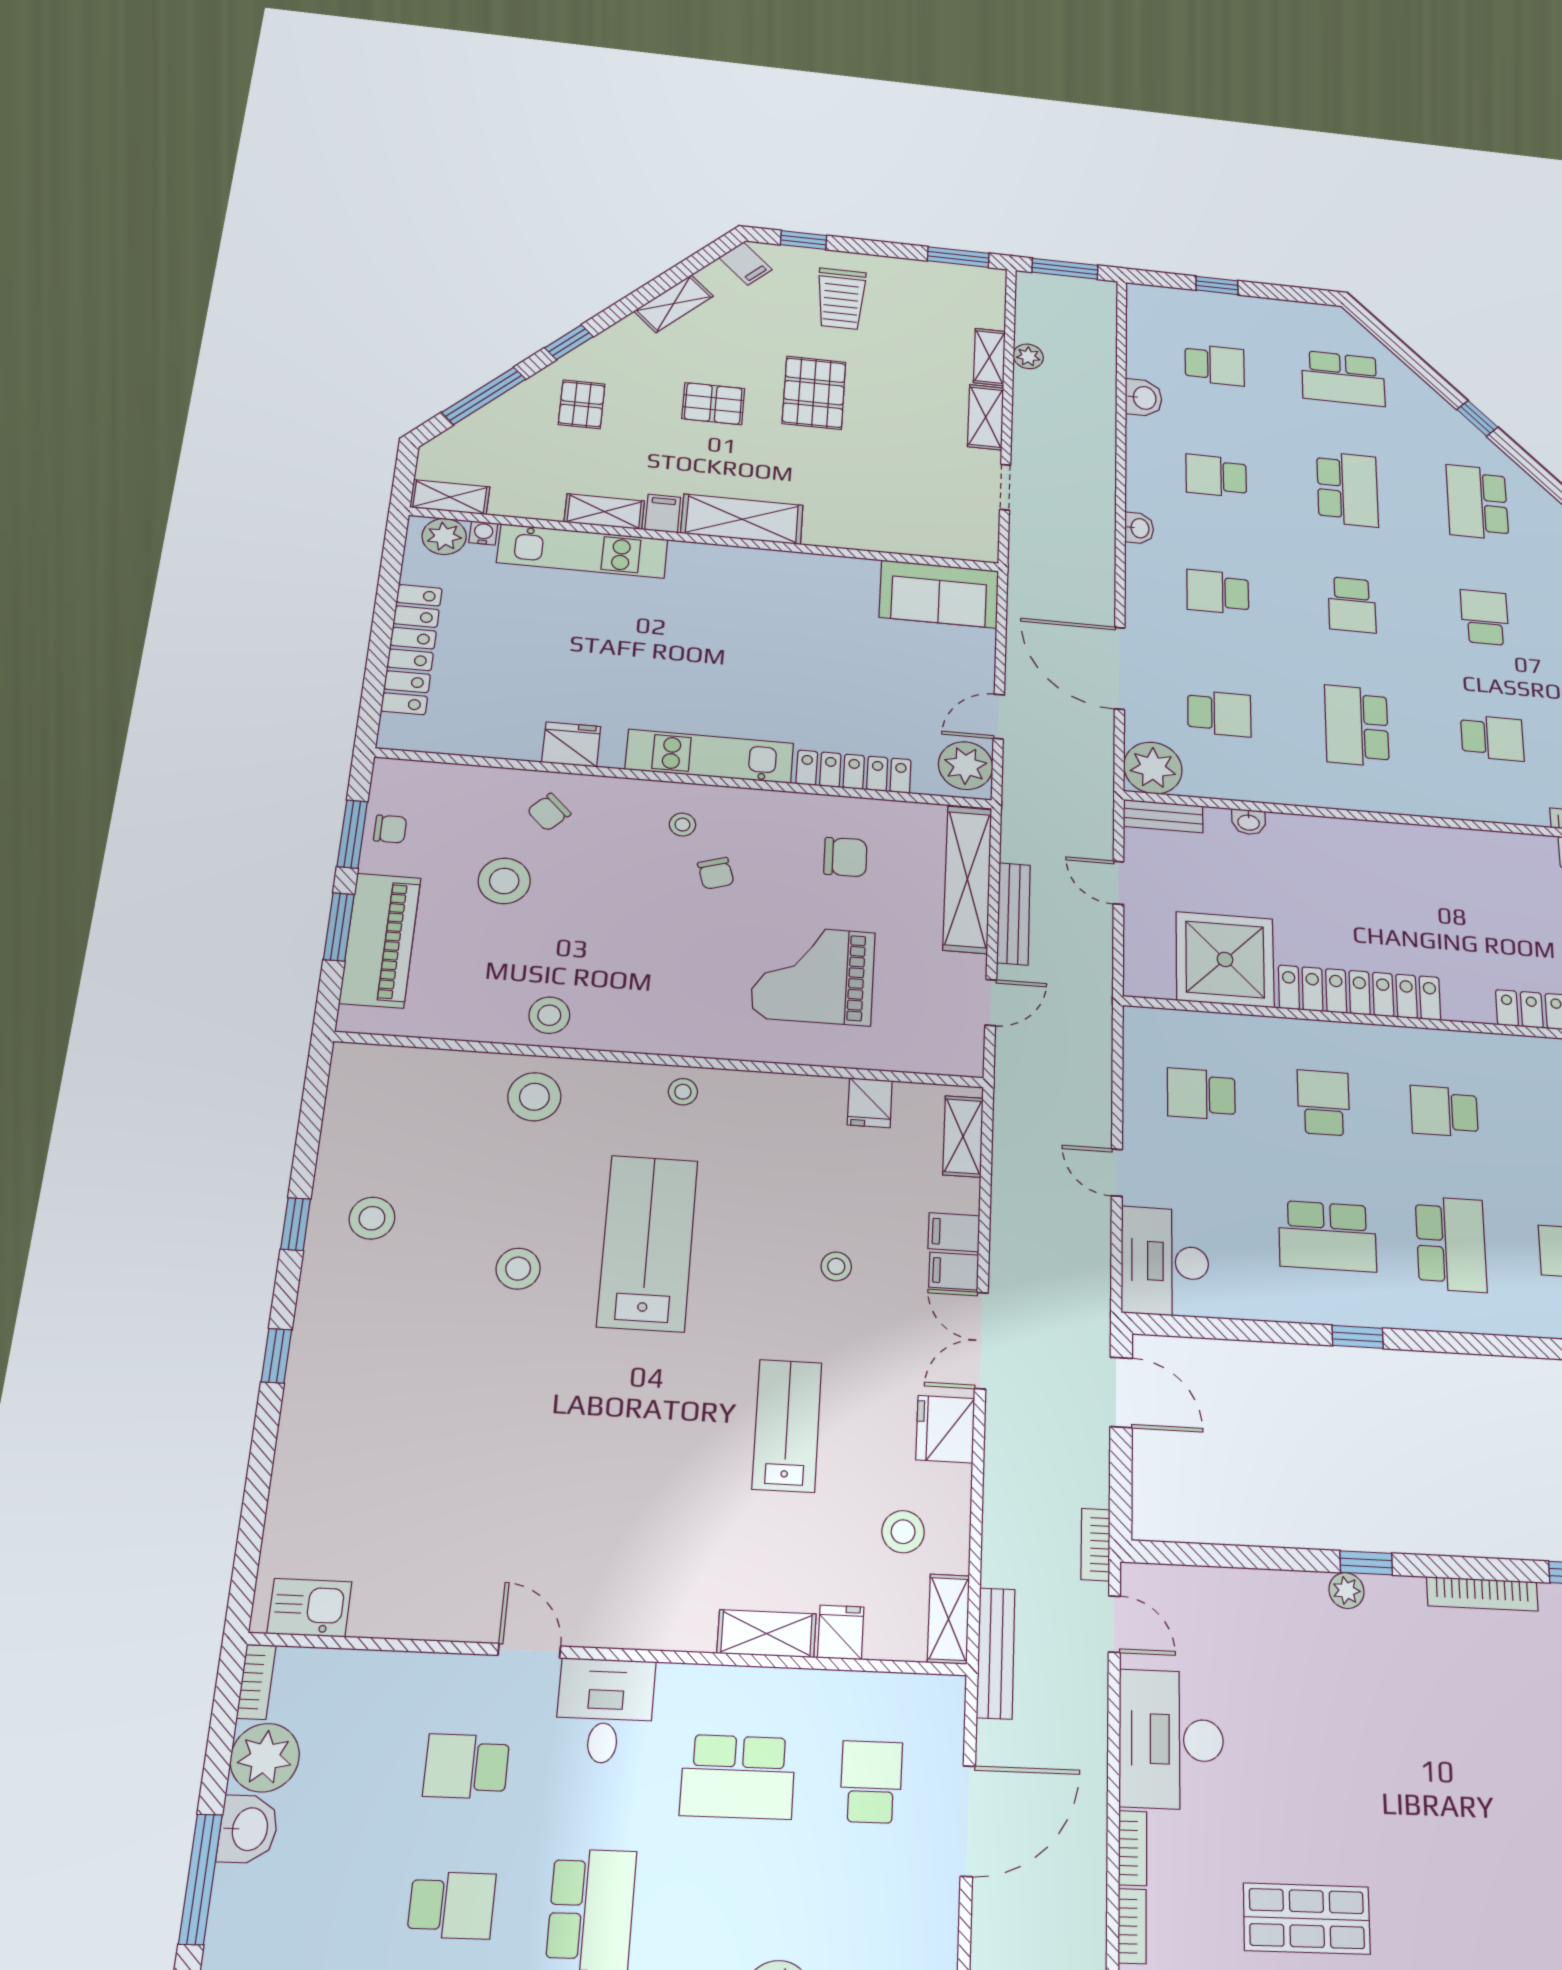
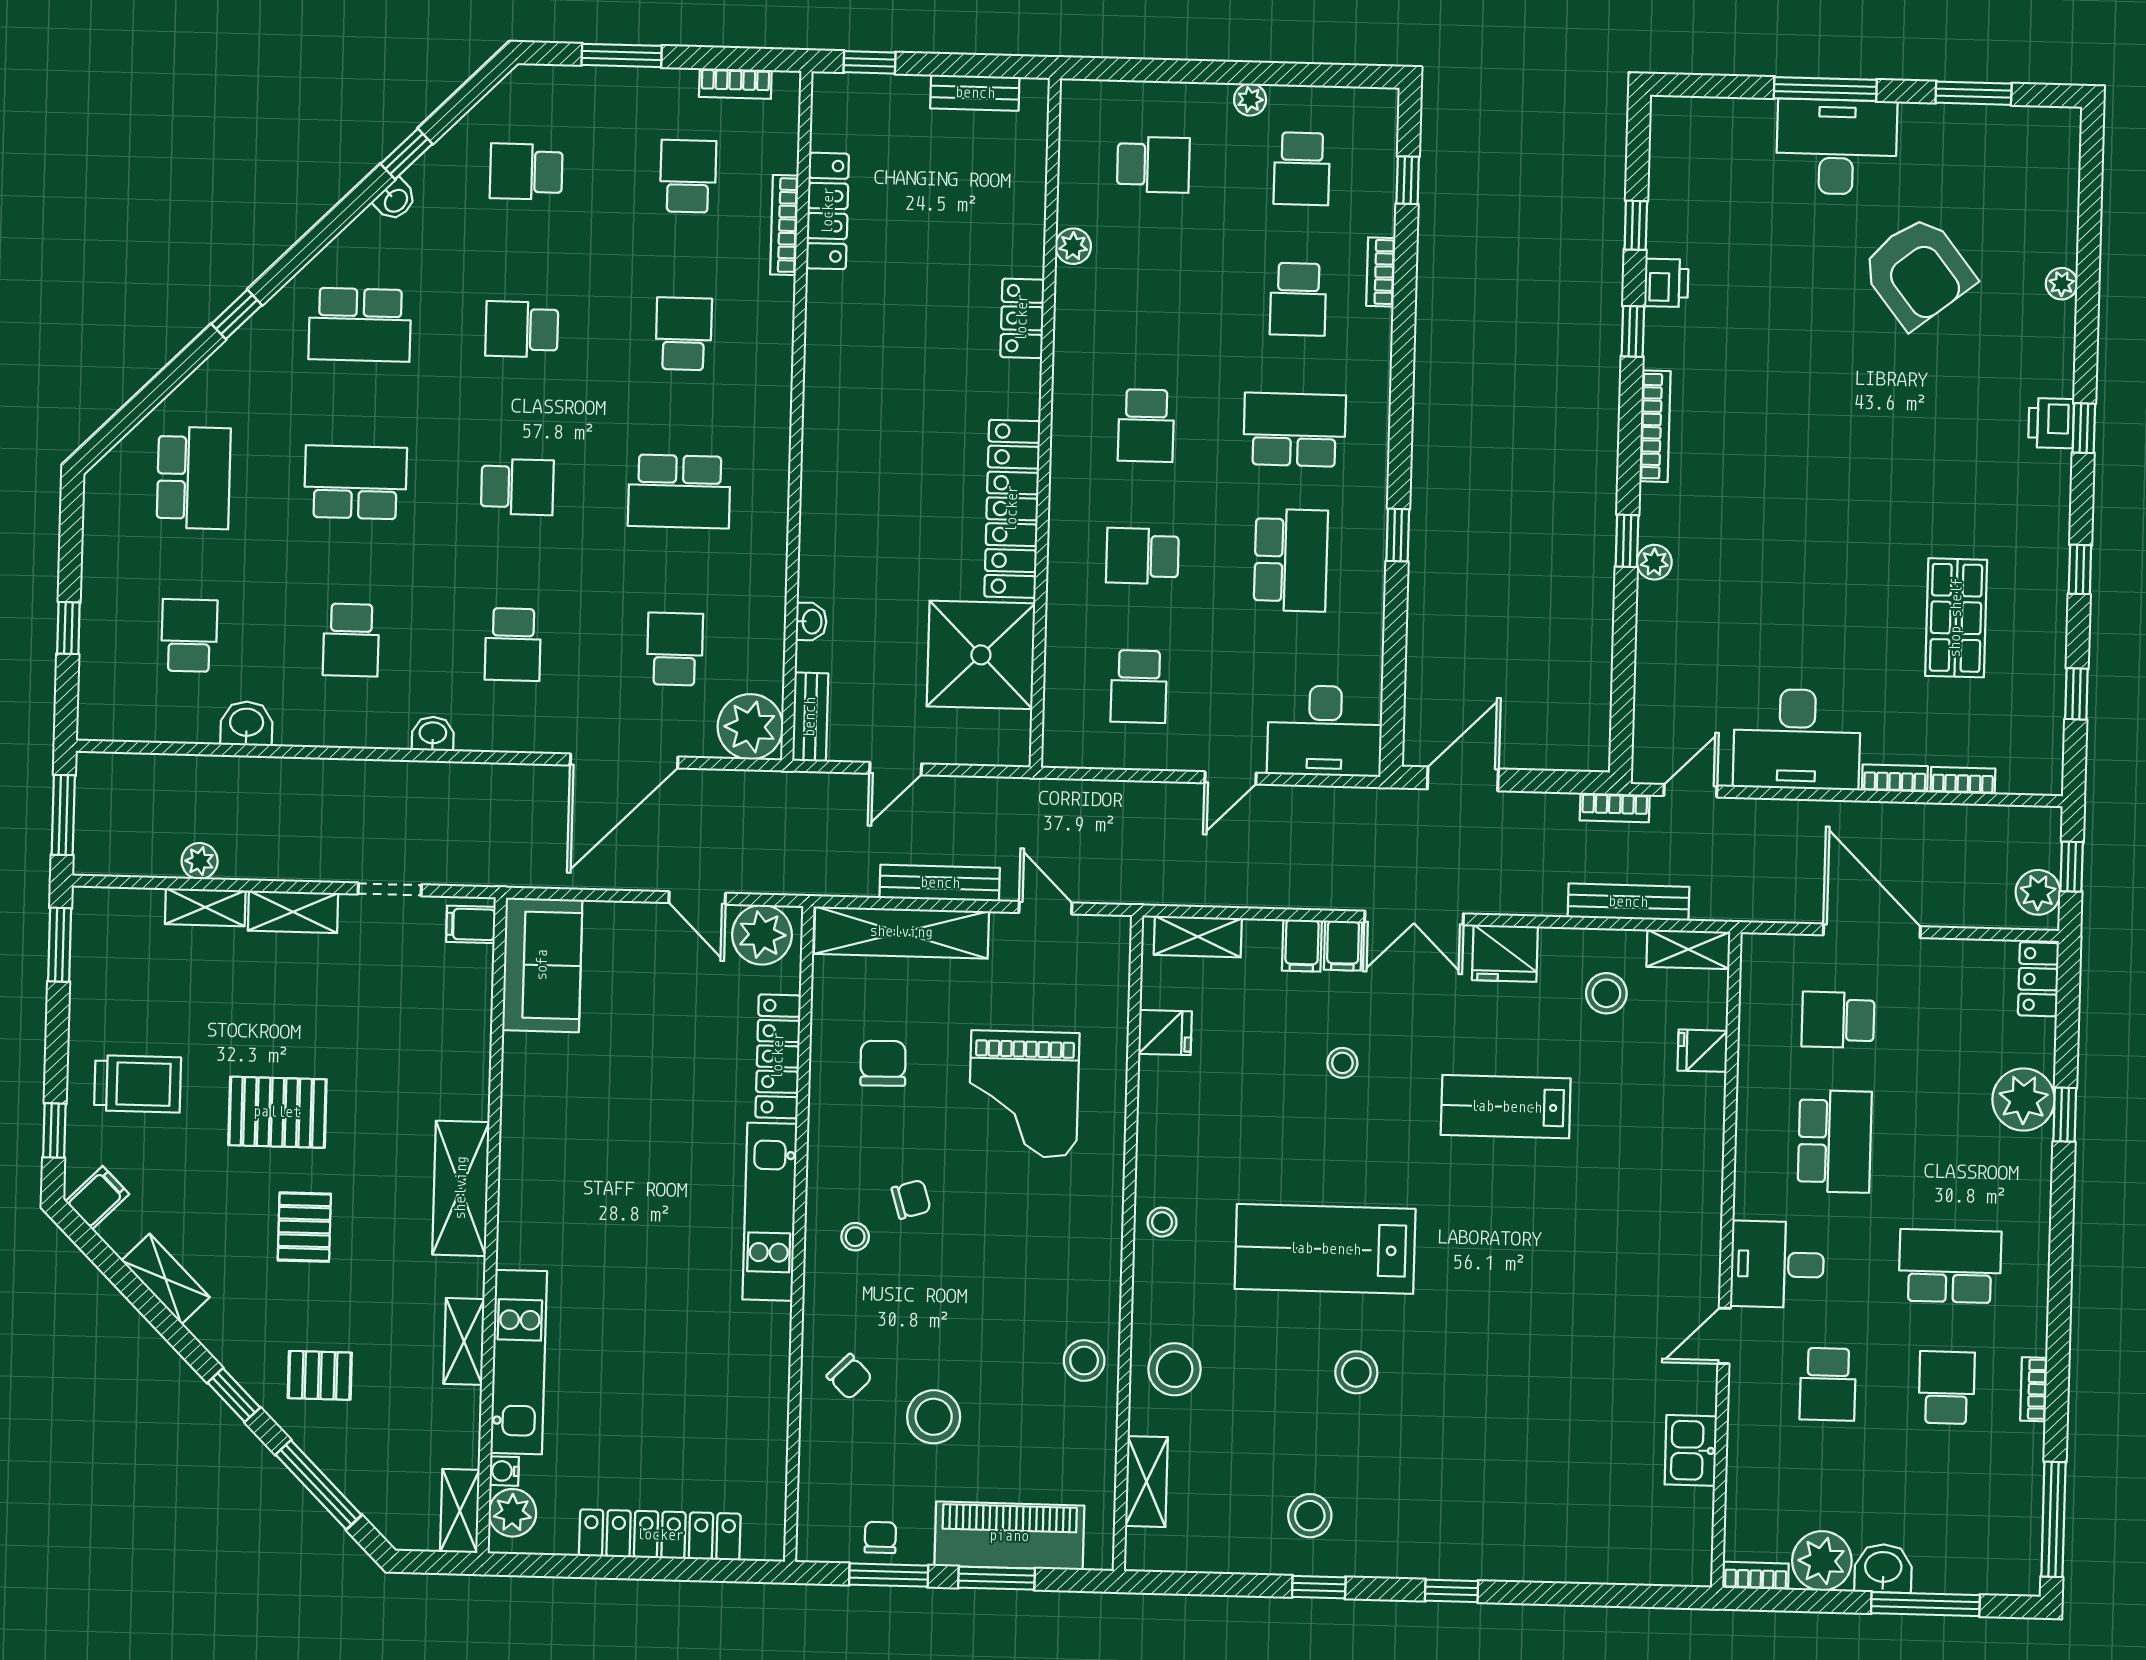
filing cabinet: (663, 514) -> (471, 924), moved
fridge: (571, 744) -> (766, 1359), removed
kitchen sink: (310, 1608) -> (1691, 1450), moved
shelving: (767, 1634) -> (1147, 1482), moved
bench: (996, 1653) -> (1628, 902), moved

